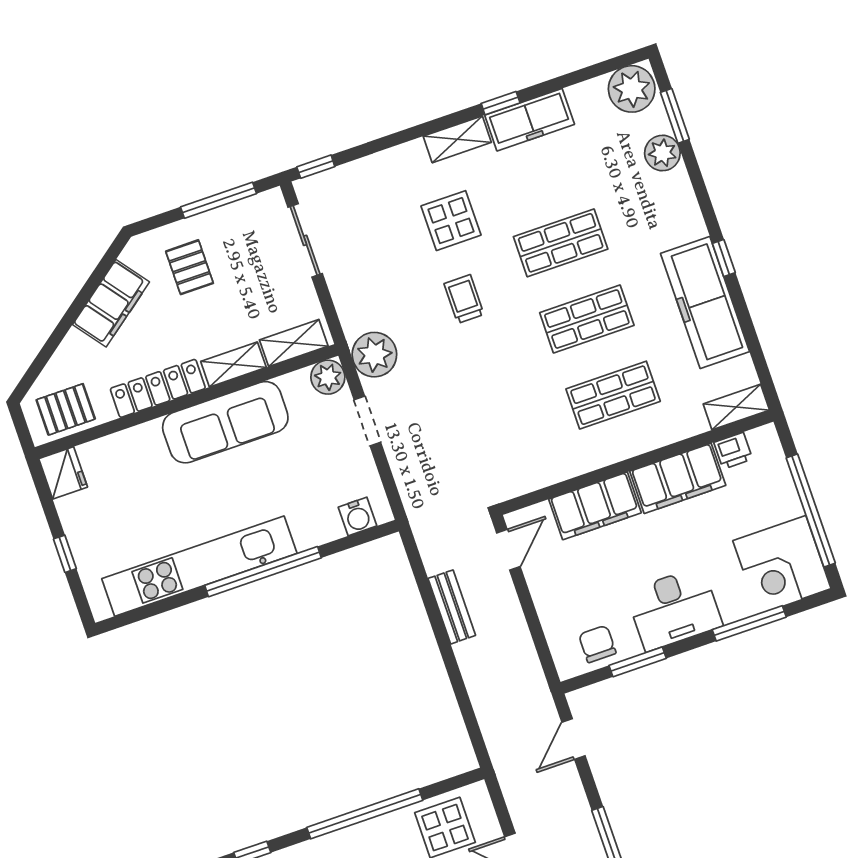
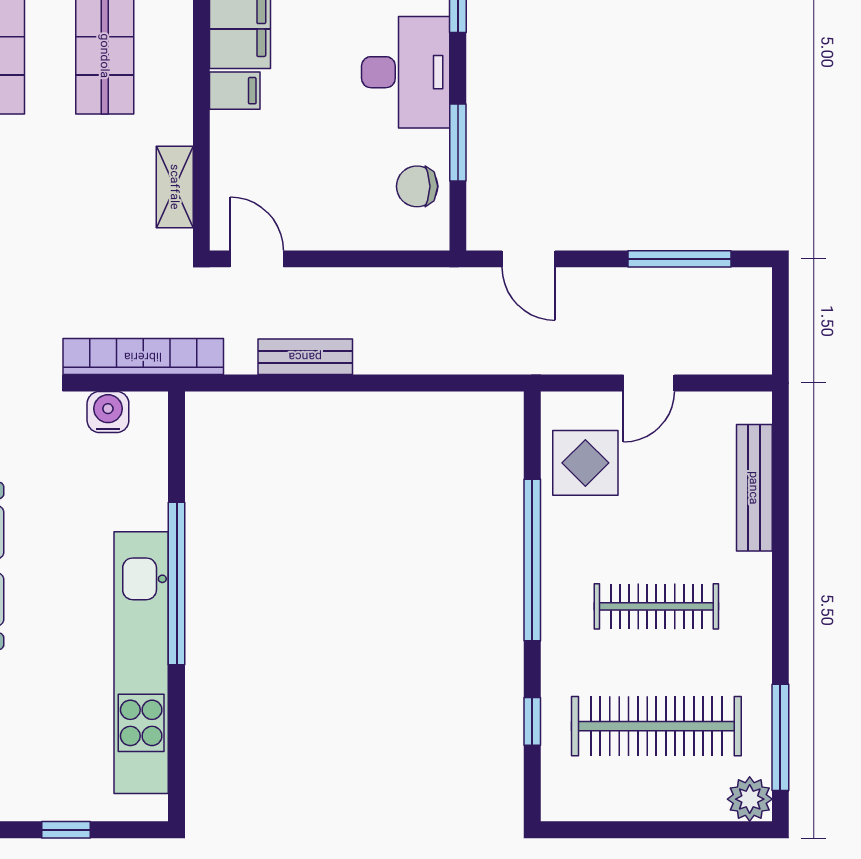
shelving: (539, 475) -> (175, 187), added
bookcase: (413, 494) -> (143, 357), added
filing cabinet: (595, 506) -> (235, 91), width x0.33, depth x0.86
water cooler: (358, 517) -> (108, 412), moved, turned -90

